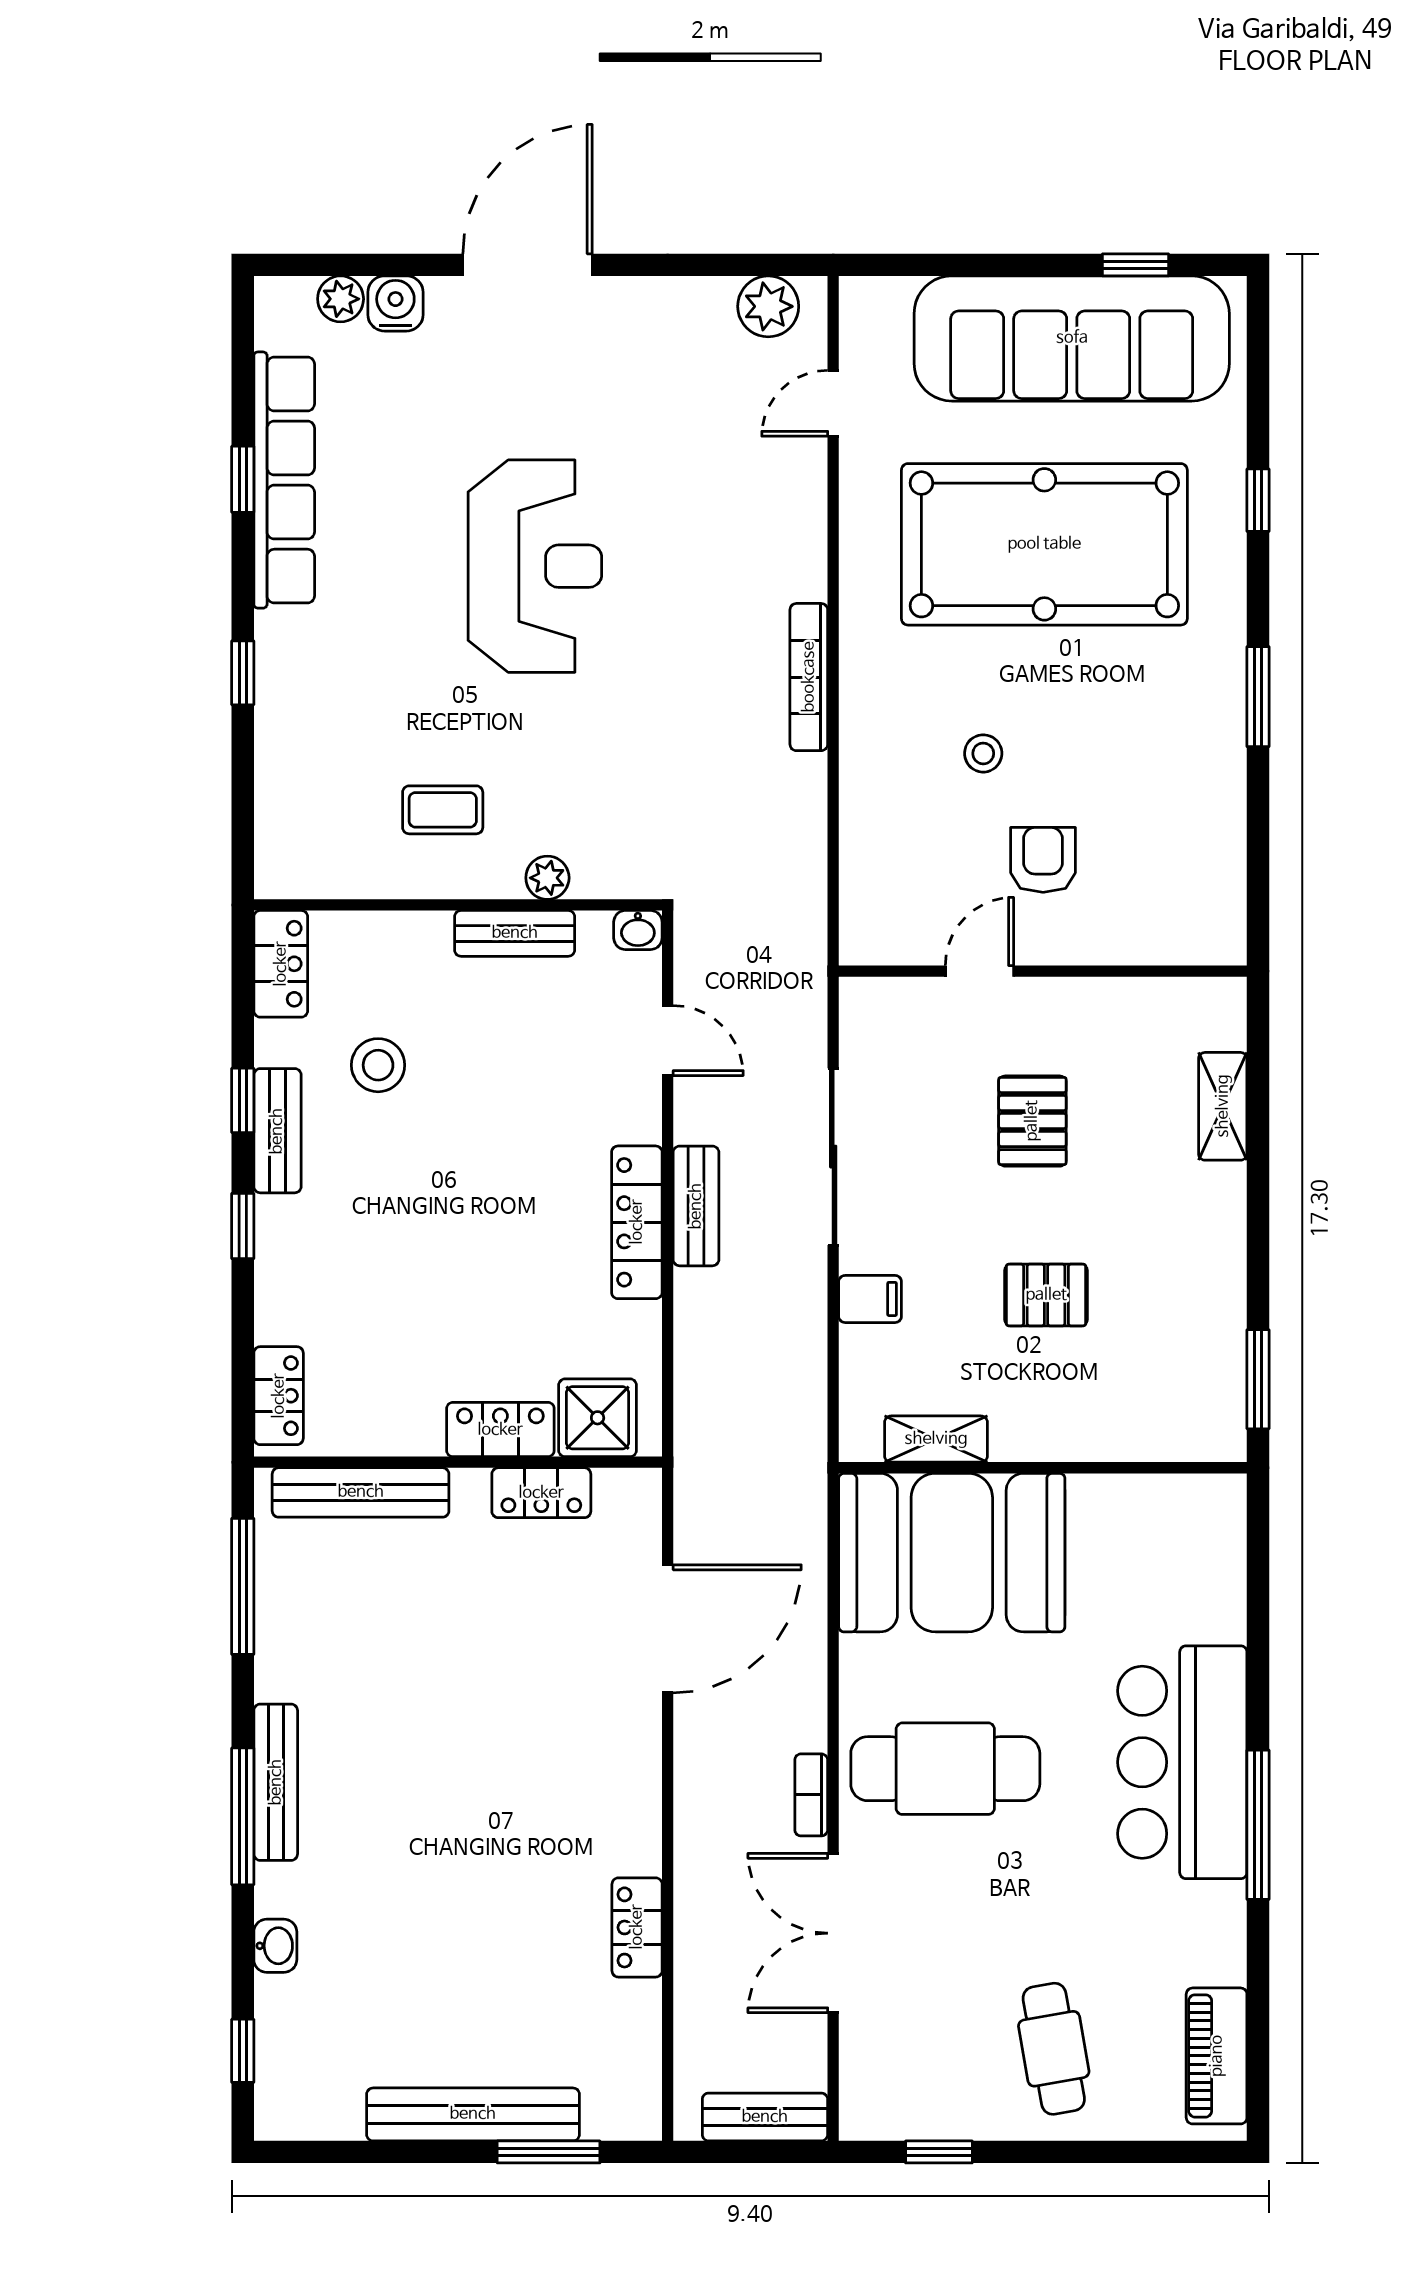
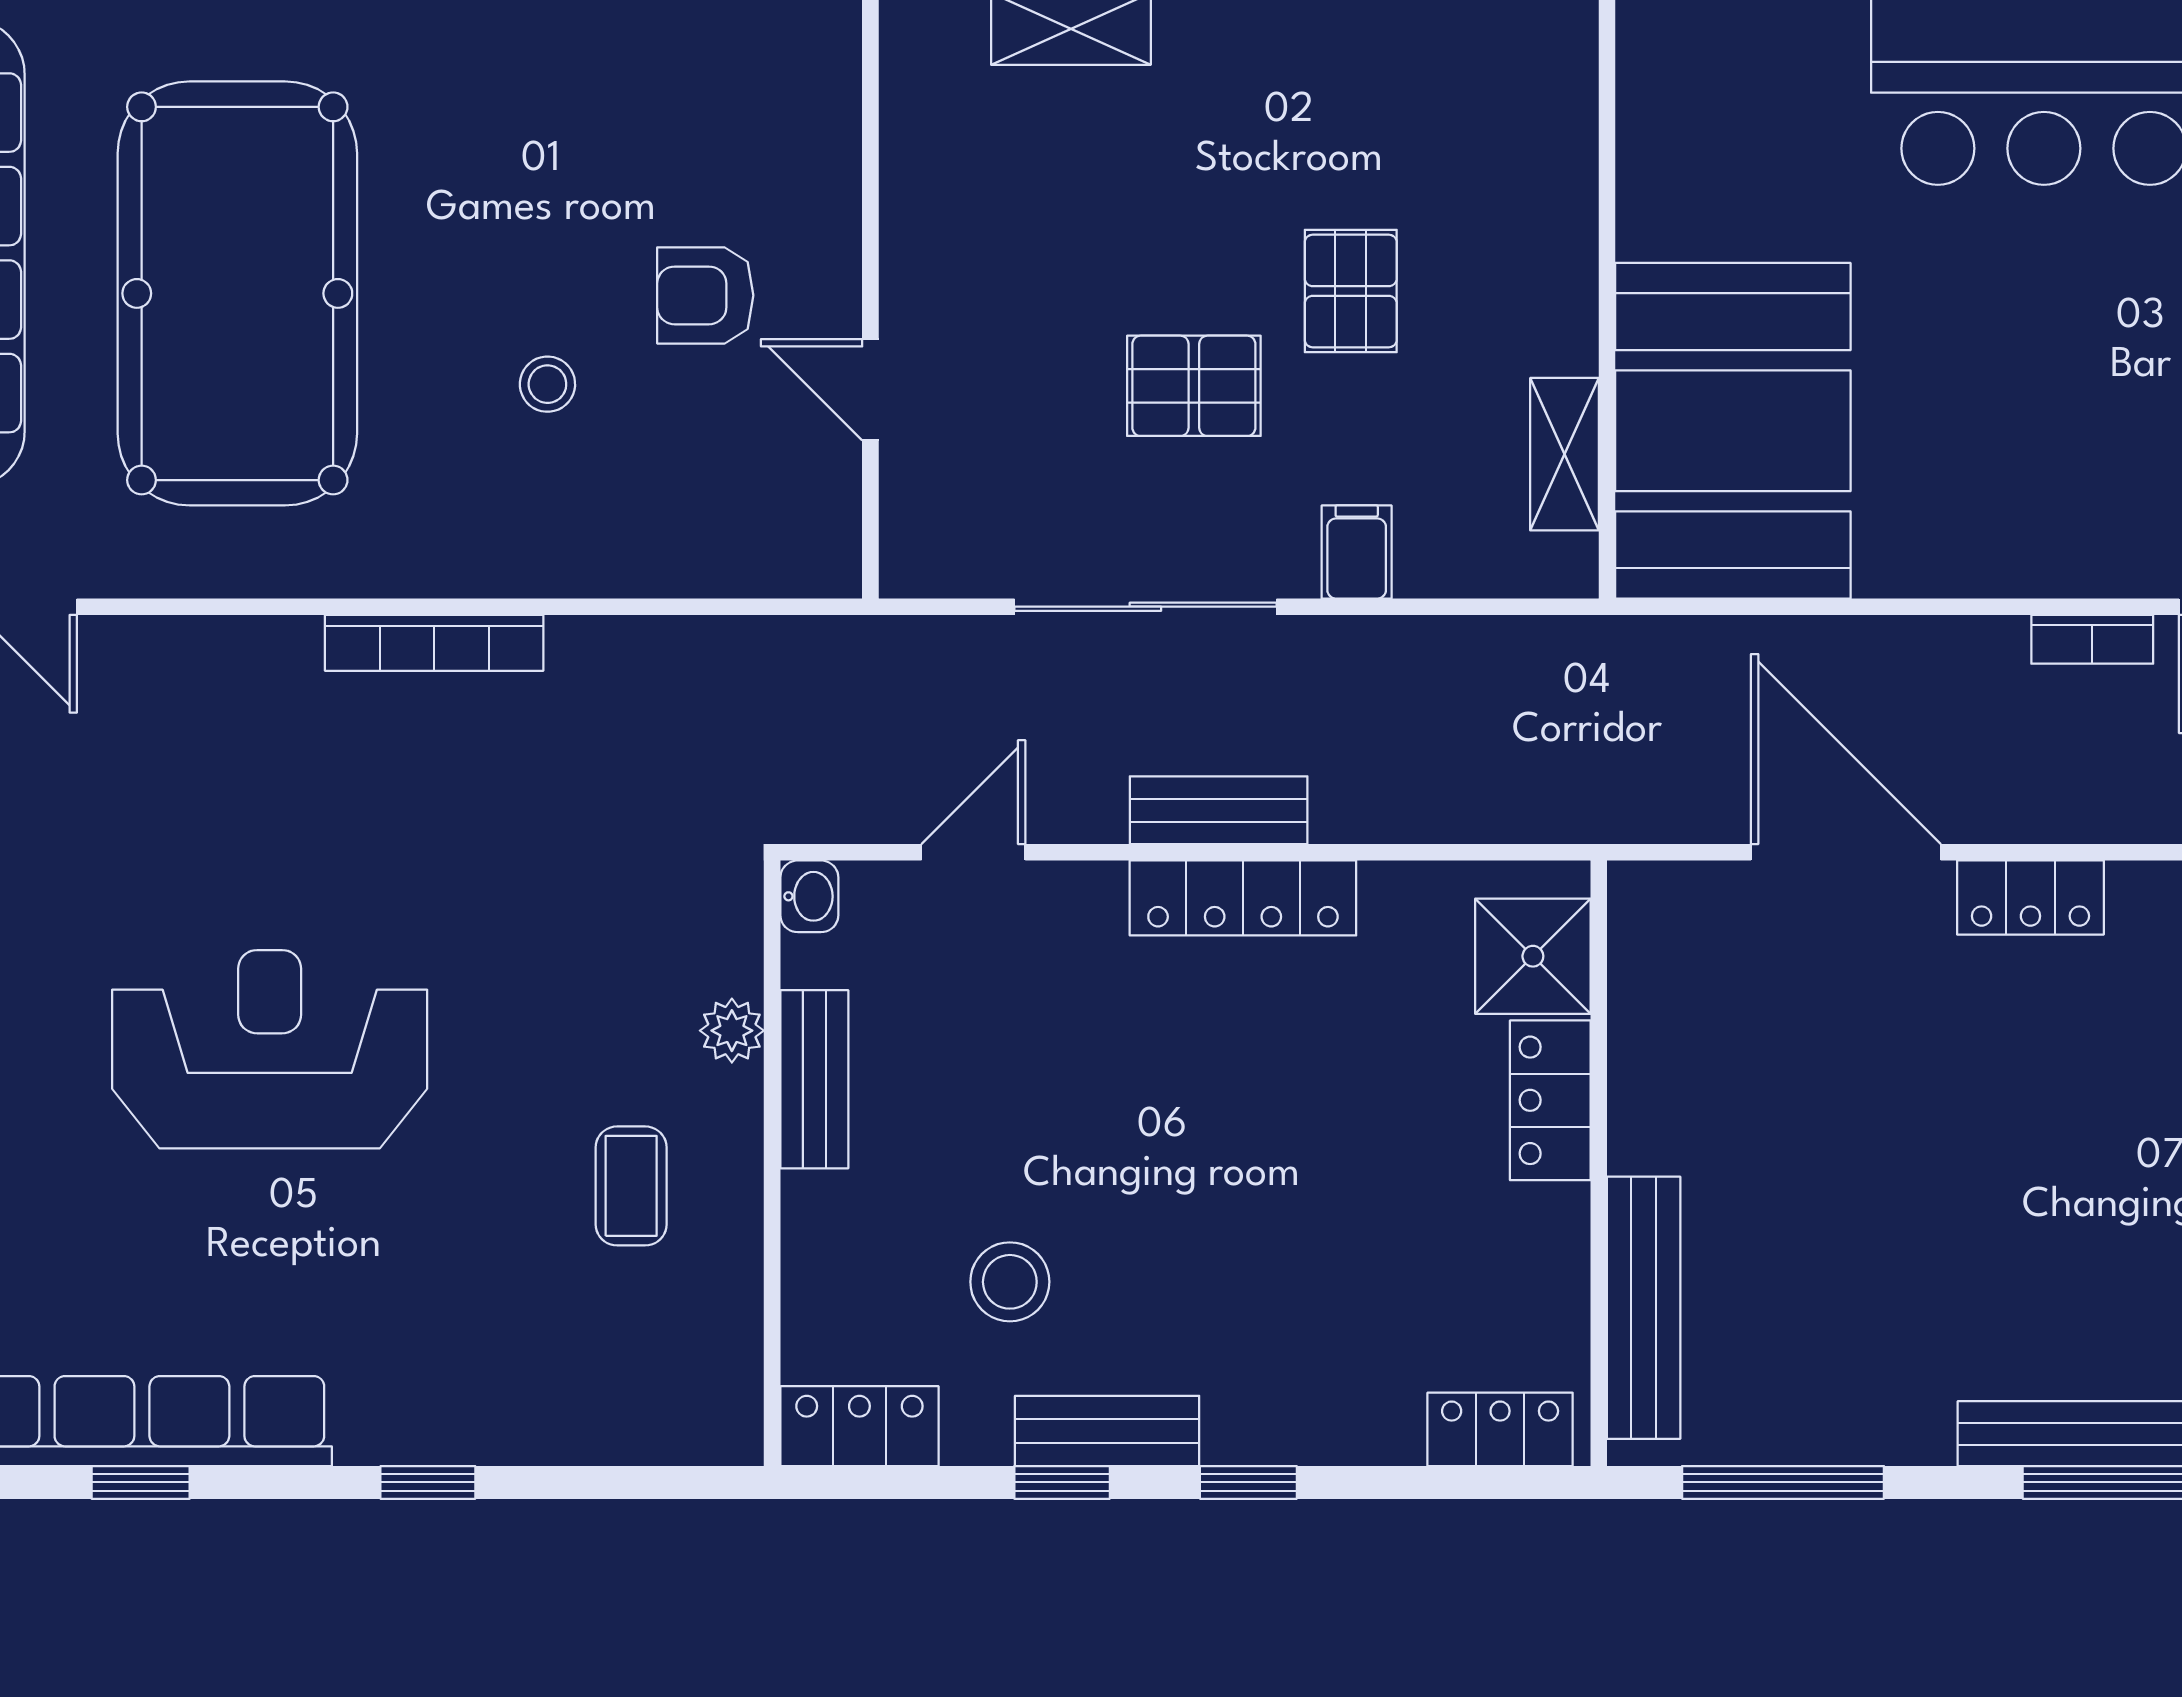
pallet: (1032, 1121) -> (1194, 386), moved
locker: (541, 1493) -> (2030, 898), moved, turned 90
cafe table: (945, 1769) -> (2053, 440), removed

